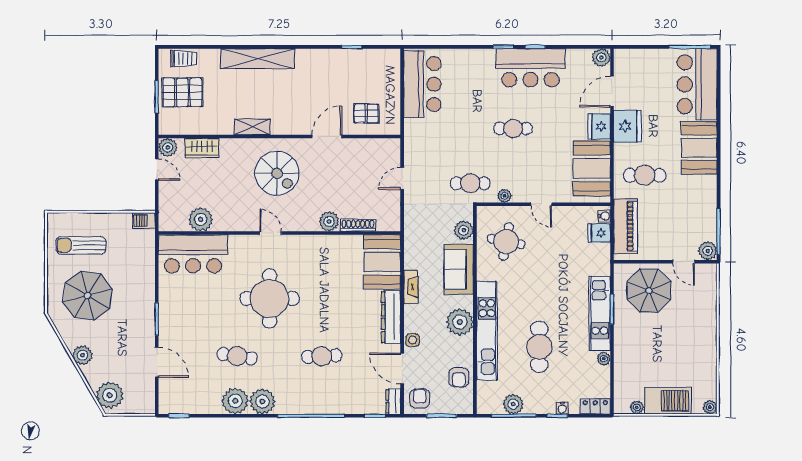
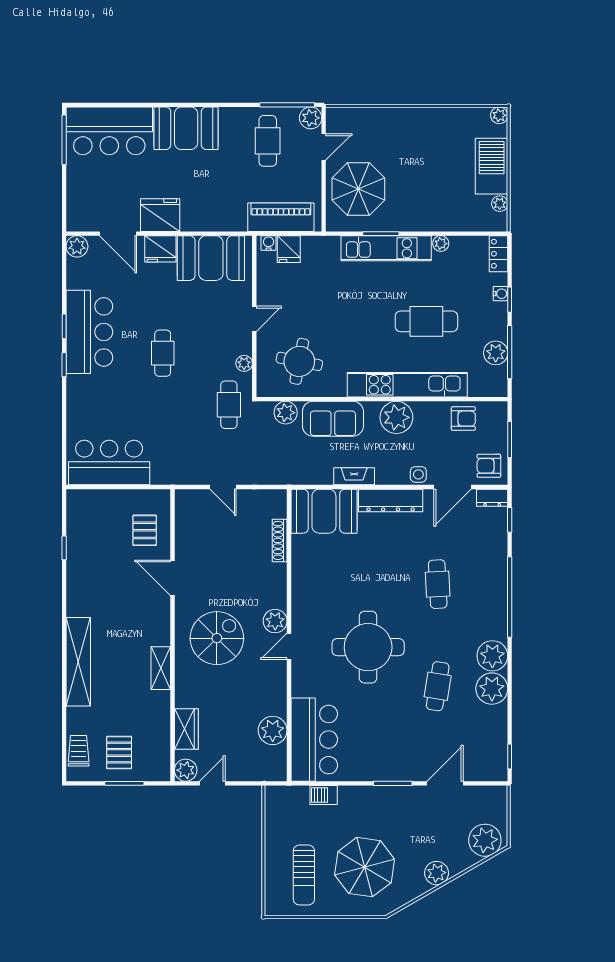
pallet: (182, 92) -> (119, 752), width x0.67, depth x0.71
cafe table: (645, 175) -> (268, 141), moved
barbecue: (144, 221) -> (324, 795), moved, turned 90
plant: (329, 222) -> (275, 621), moved

